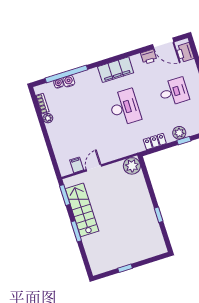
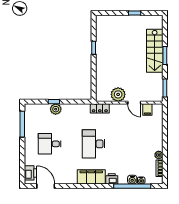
printer: (149, 57) -> (112, 179), moved
locker: (155, 141) -> (100, 108), moved
plant: (132, 166) -> (118, 94), moved
door: (94, 168) -> (134, 103), hinge flipped
stairs: (82, 210) -> (155, 51), moved

